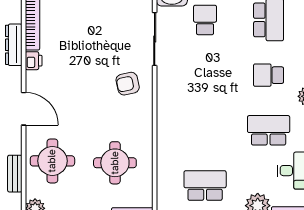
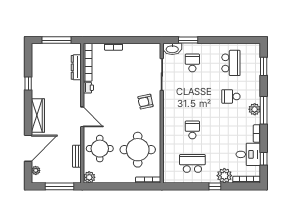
dresser: (14, 45) -> (76, 67), moved
school desk: (269, 130) -> (192, 130), moved, width x0.54
round table: (115, 163) -> (138, 150), width x1.36, depth x1.36

